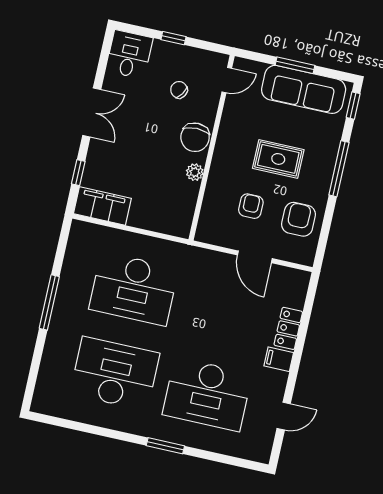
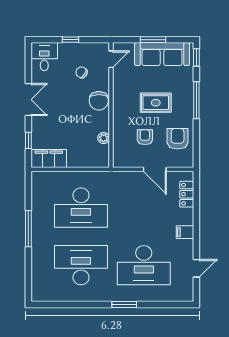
plant: (195, 172) -> (104, 138), moved
locker: (288, 328) -> (187, 194), moved

